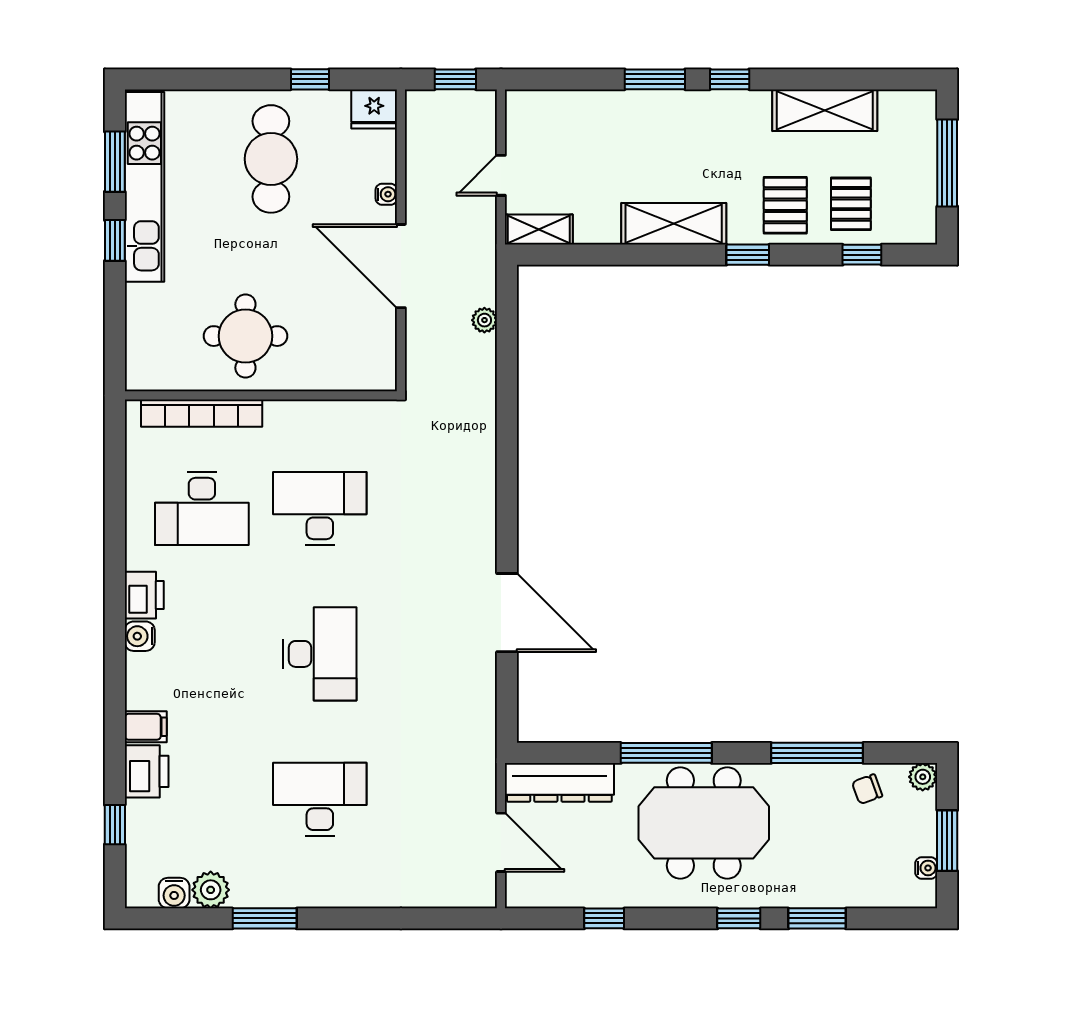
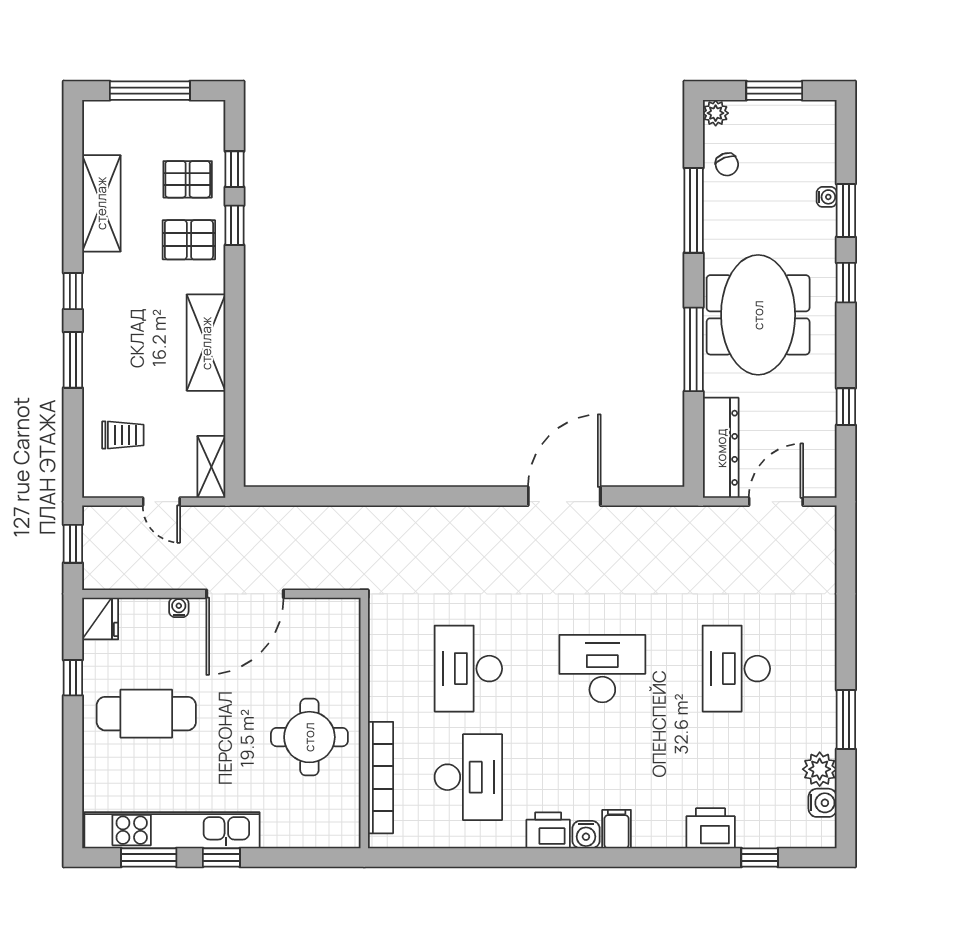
trolley: (573, 134) -> (123, 435), added
window: (748, 255) -> (235, 225), moved
plant: (484, 320) -> (295, 517), removed
filing cabinet: (146, 727) -> (617, 829), moved
water cooler: (926, 868) -> (827, 197), moved, turned 90

